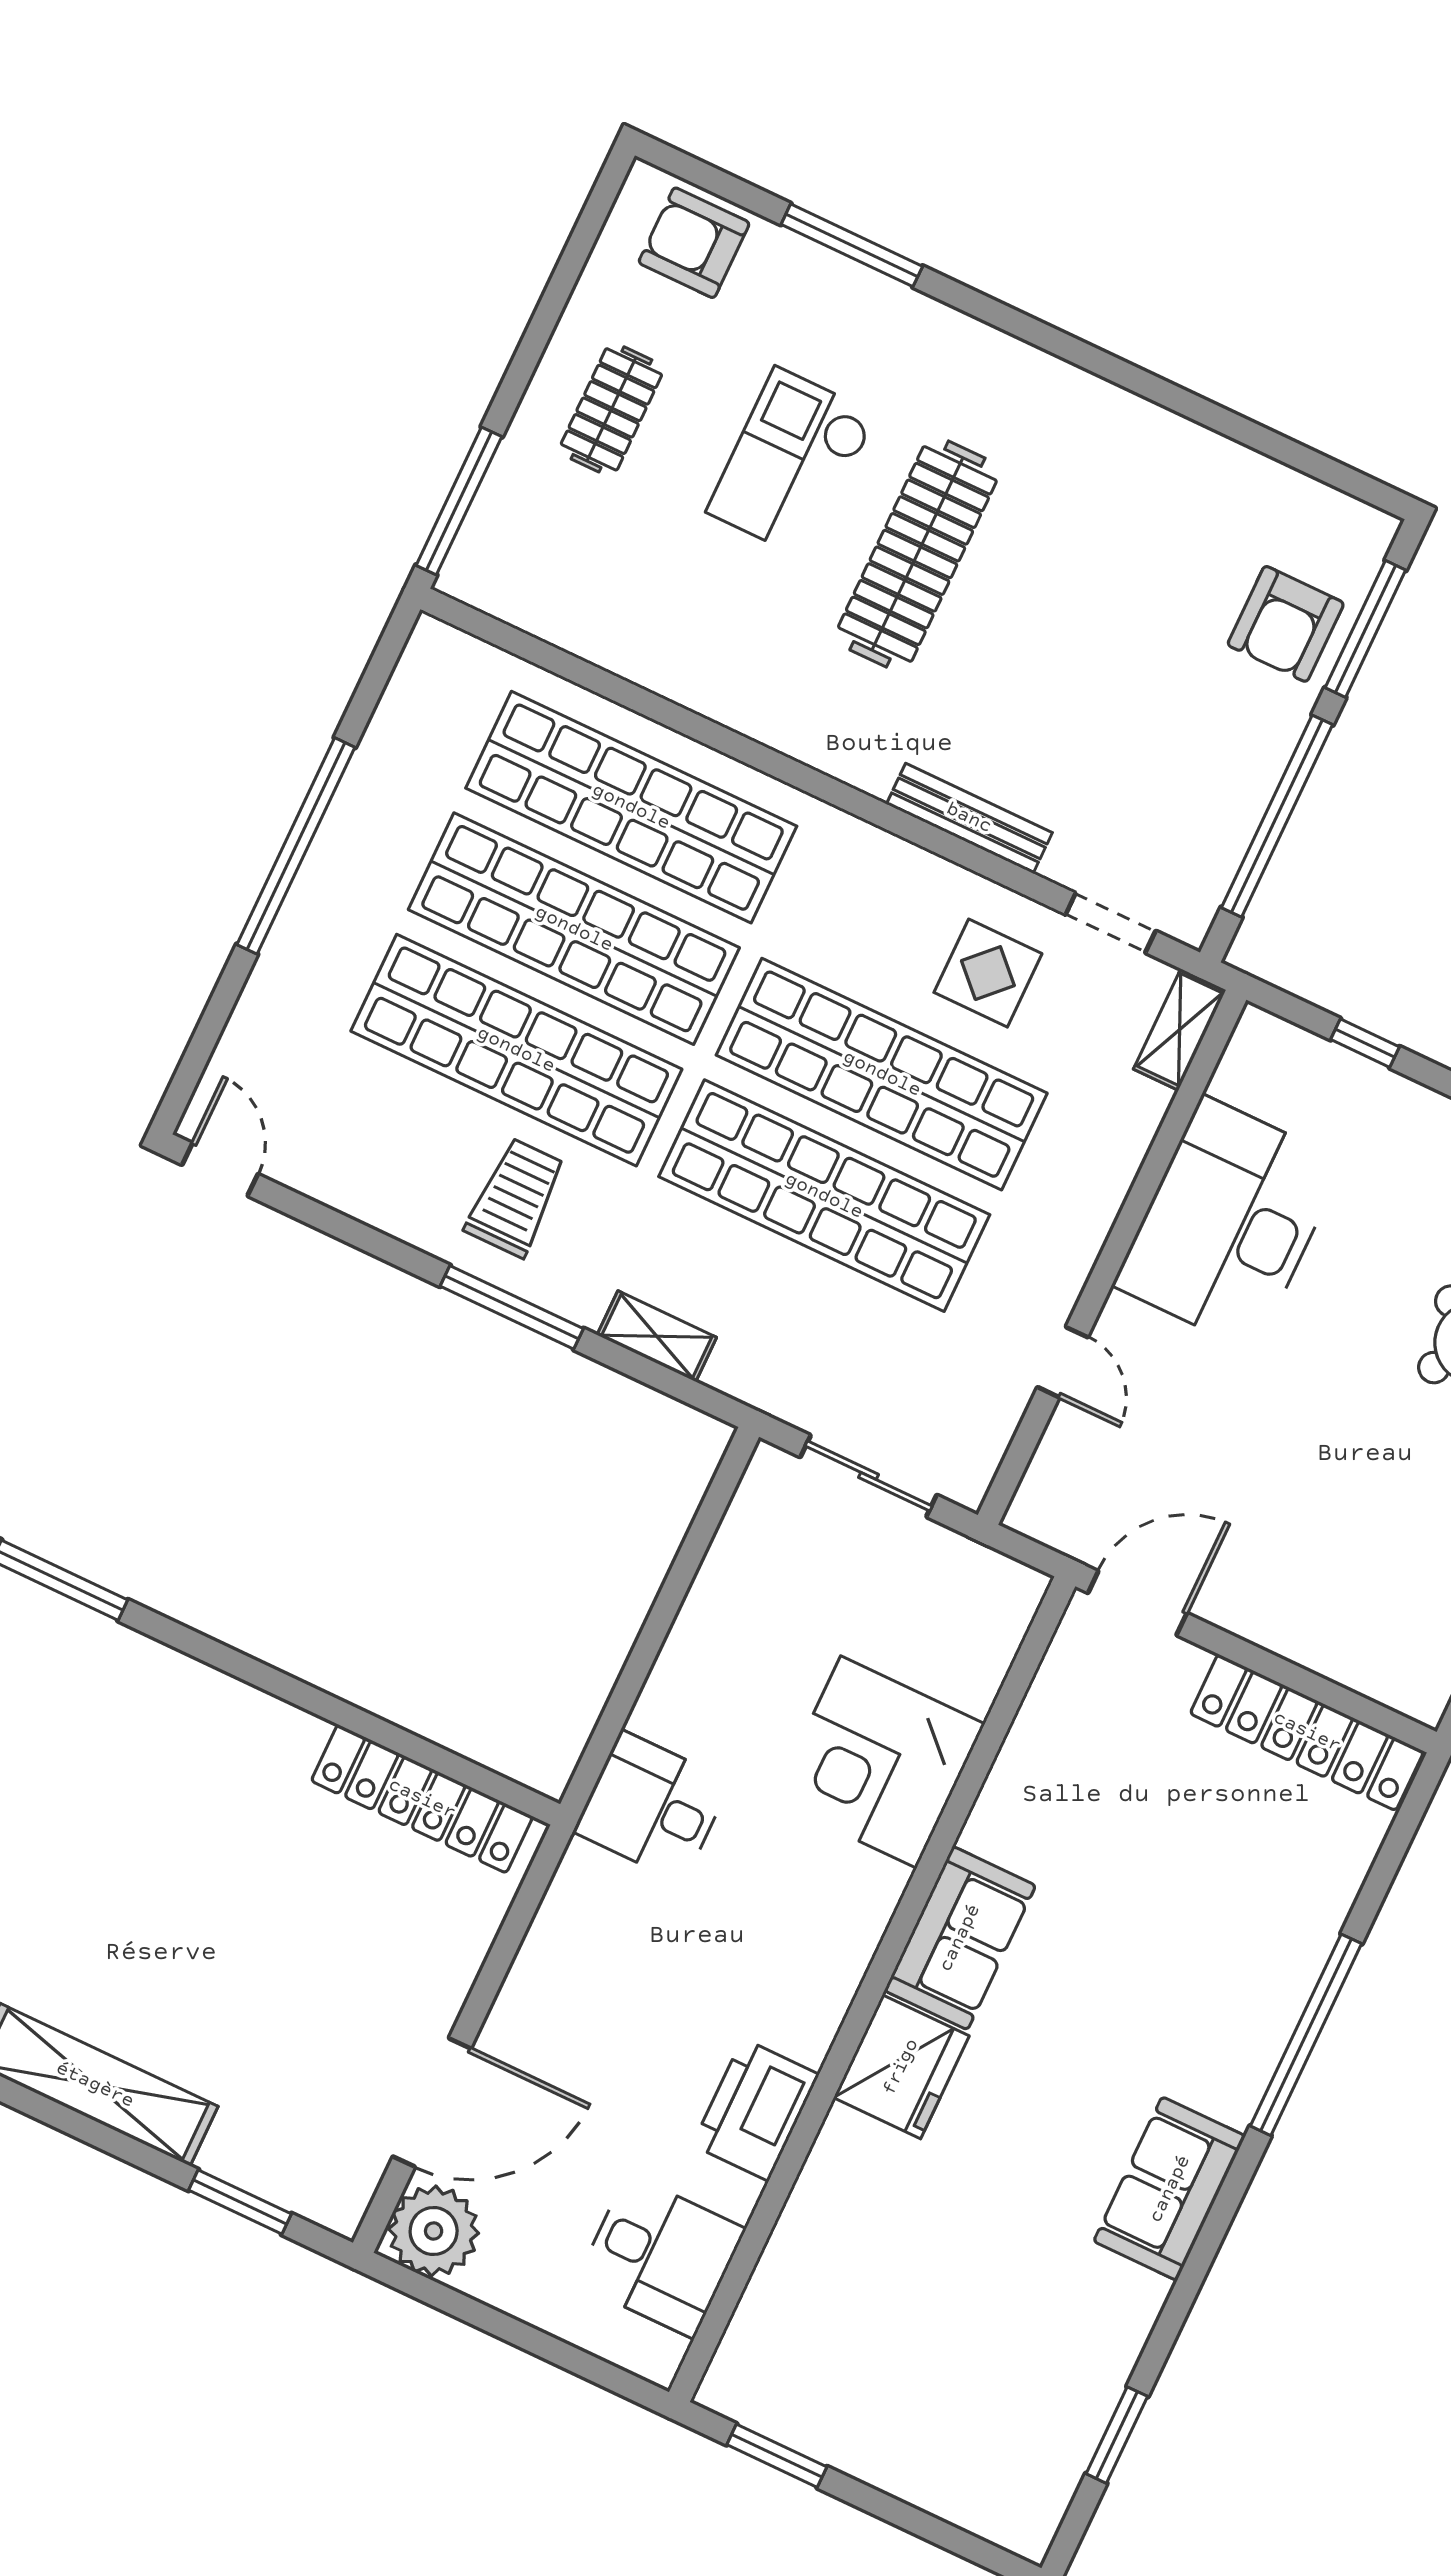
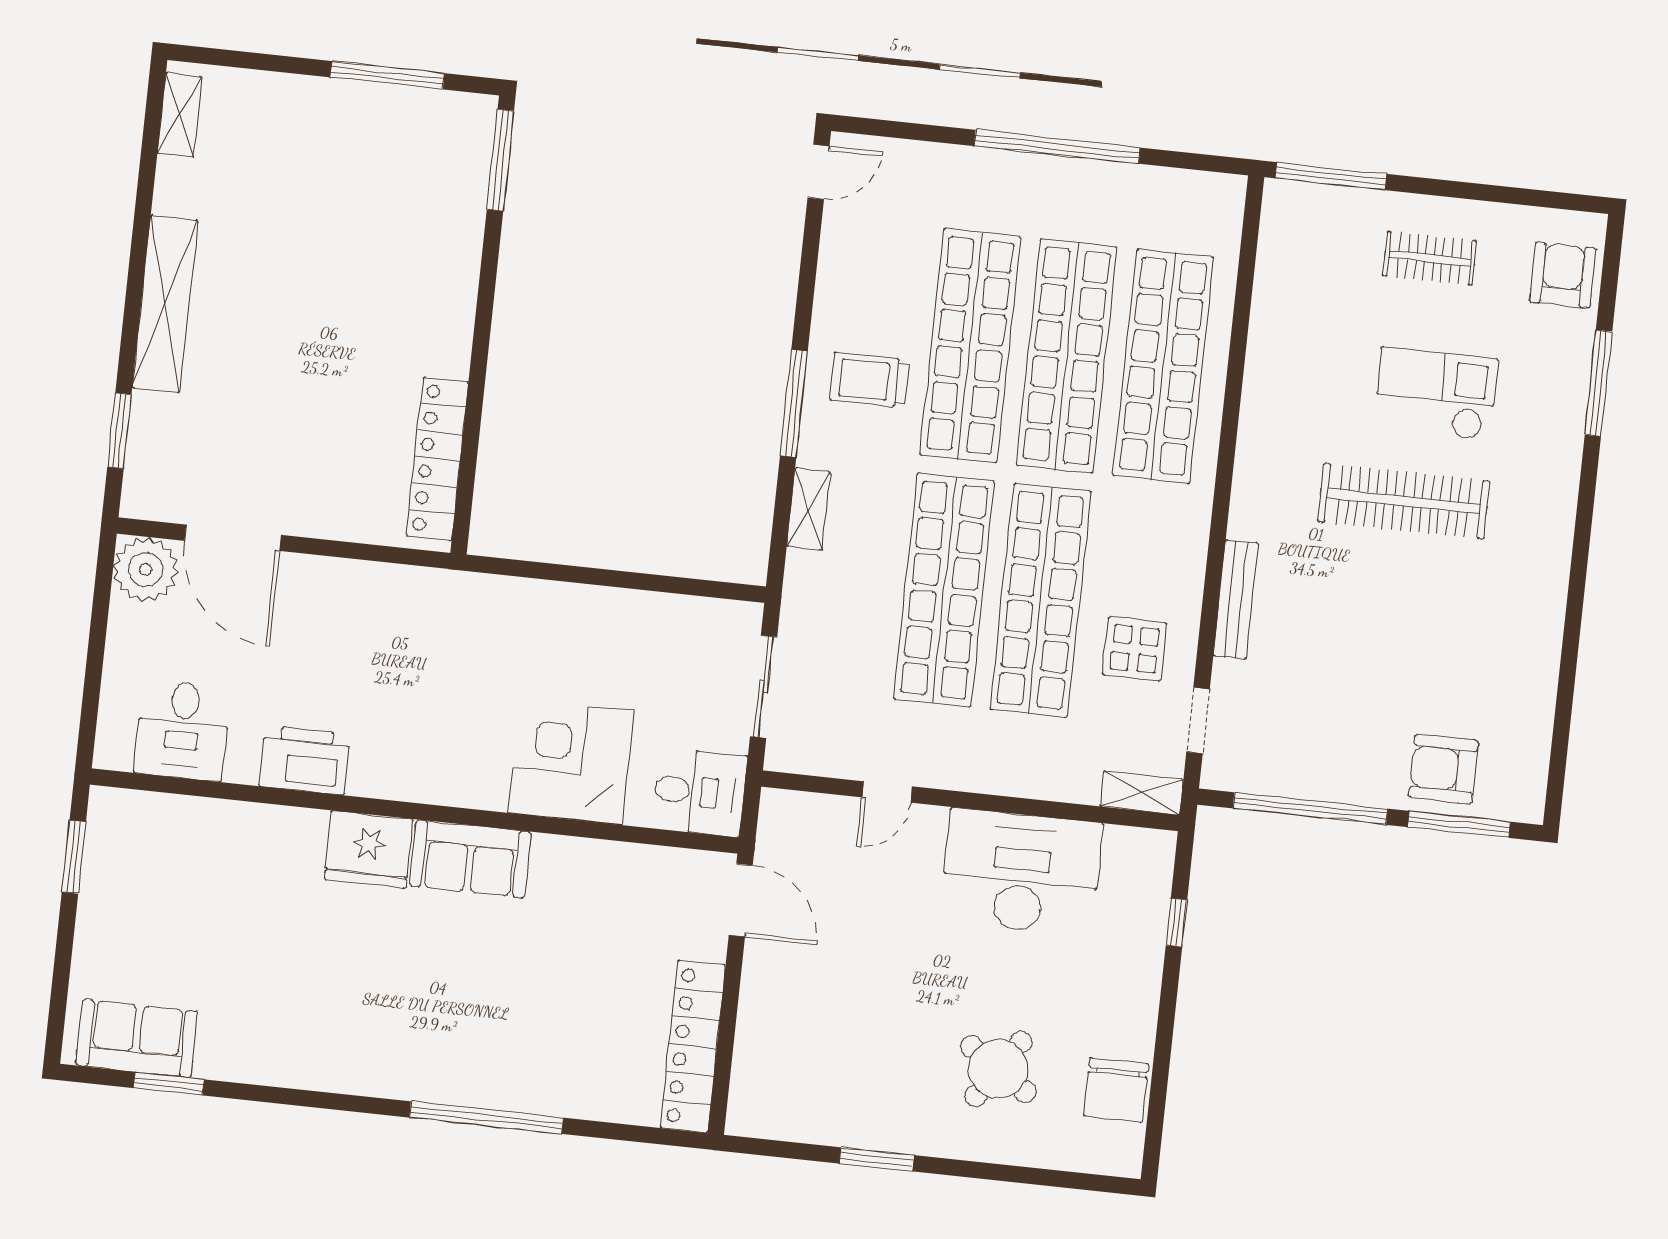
trolley: (516, 1198) -> (869, 380), turned 180
desk: (652, 1807) -> (699, 792), moved, turned 90
sofa: (1170, 2189) -> (137, 1038), moved

